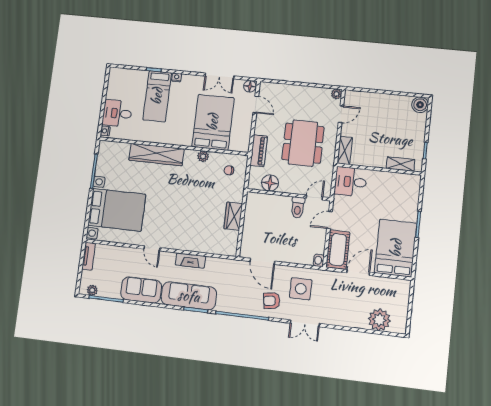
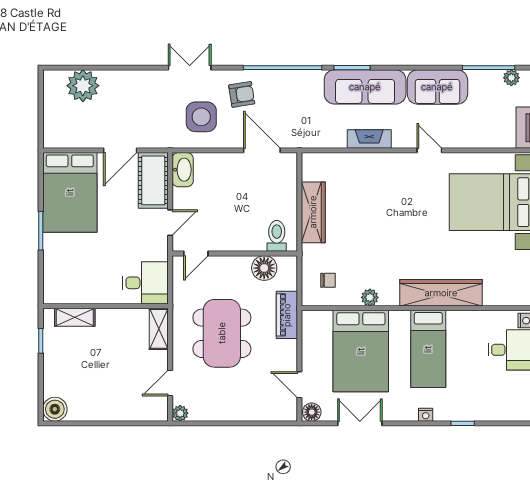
bed: (157, 96) -> (428, 349), moved, turned 180
toilet: (298, 208) -> (277, 236), moved
wardrobe: (233, 216) -> (313, 212), width x1.50
washbasin: (319, 260) -> (183, 170), width x1.91, depth x1.45

